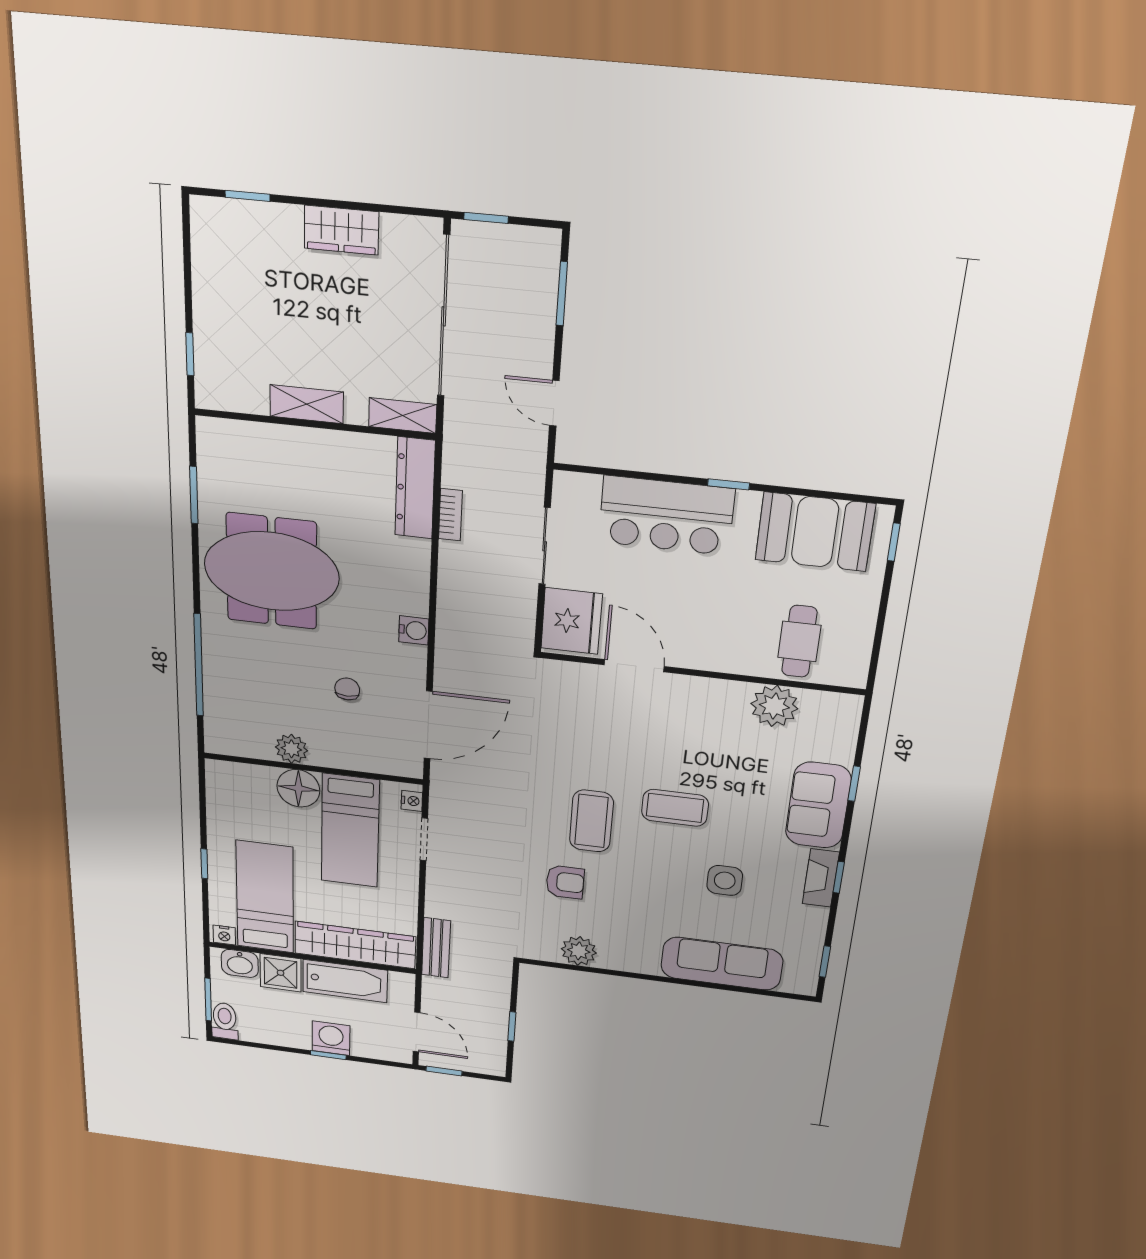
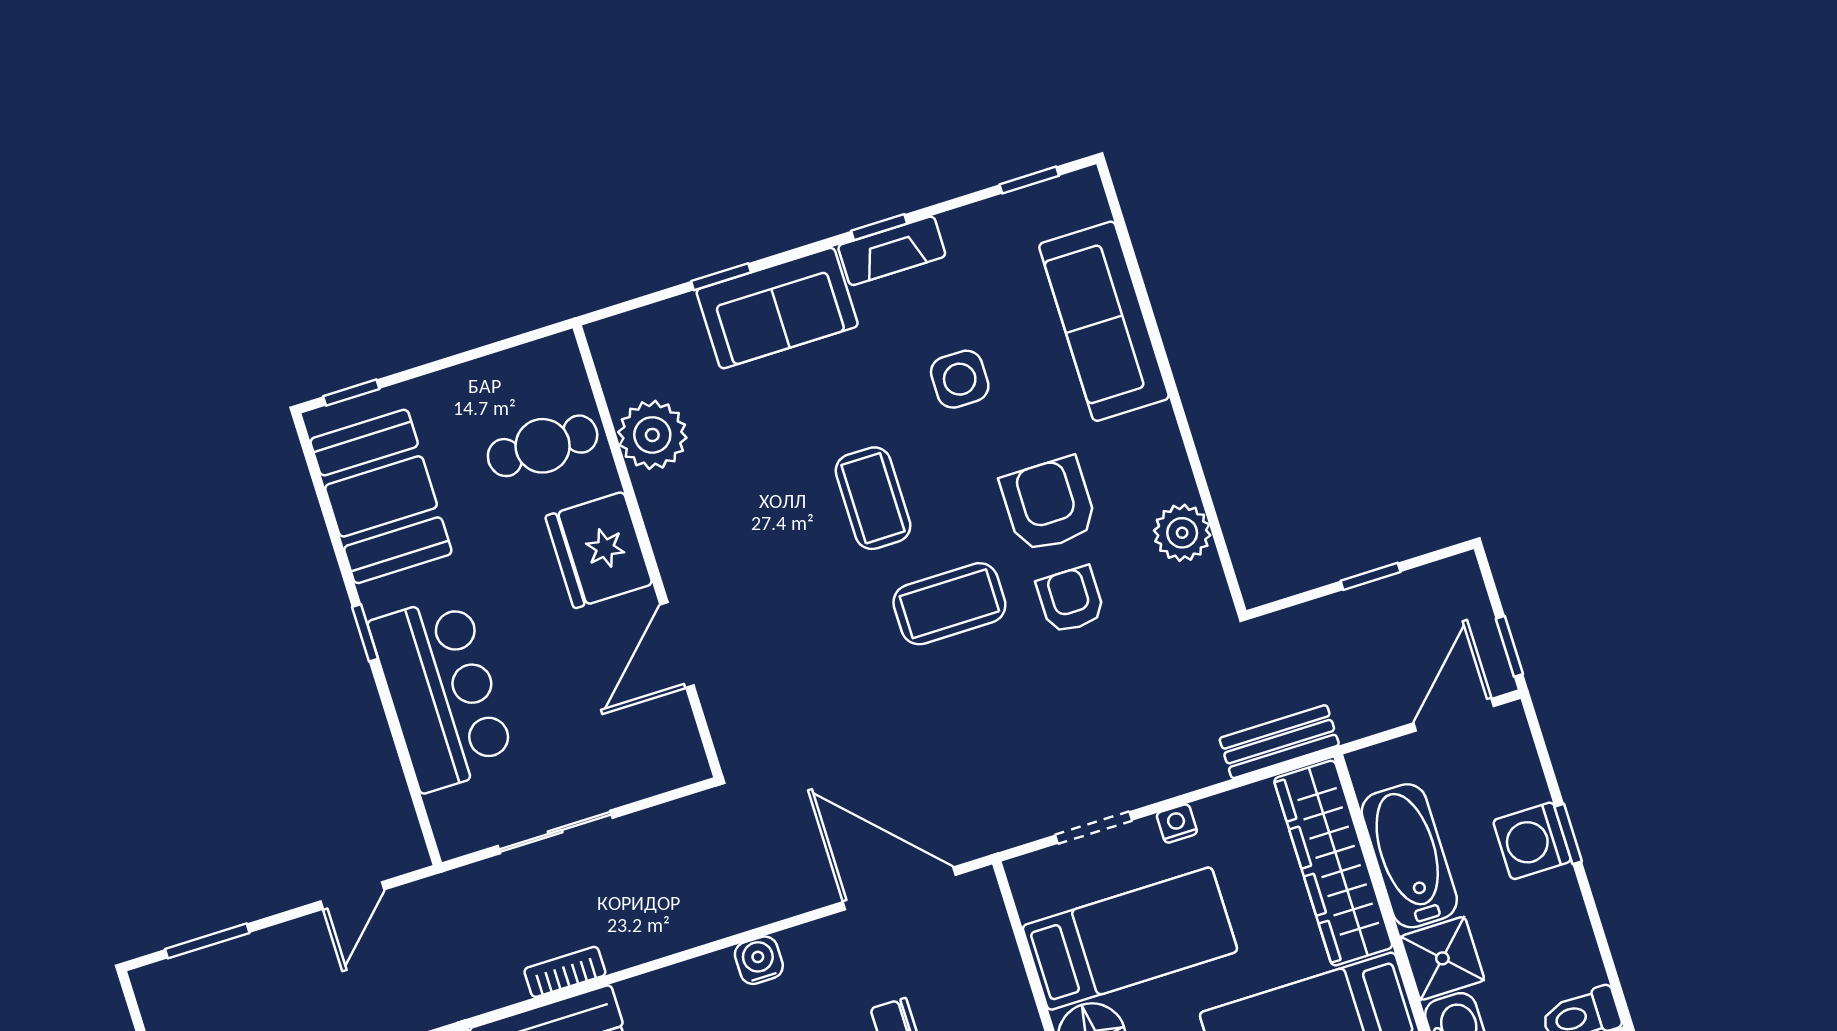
fridge: (572, 621) -> (599, 550), moved, turned -90
nightstand: (412, 801) -> (1177, 823), moved
armchair: (627, 894) -> (1049, 505), added

